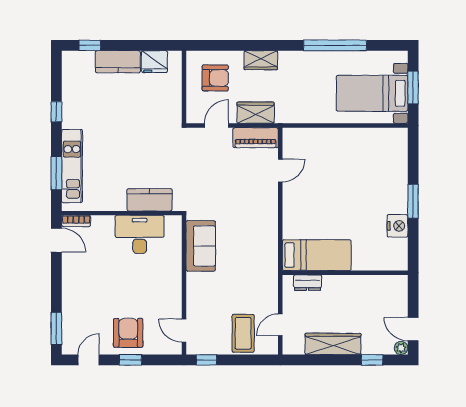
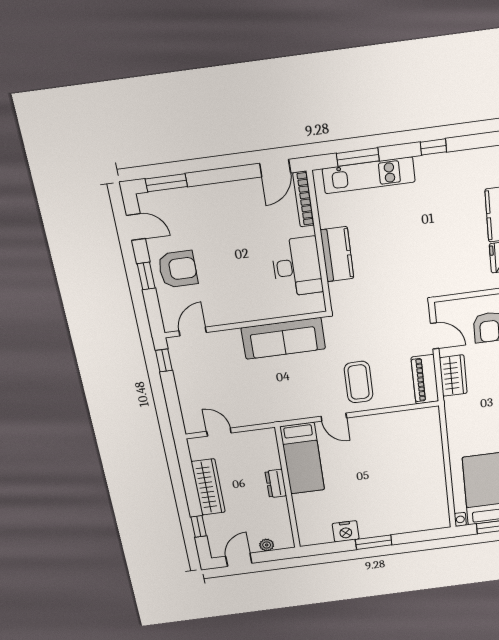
door: (280, 170) -> (334, 417), moved
kitchen counter: (150, 200) -> (337, 254), moved
bookcase: (76, 221) -> (304, 199), width x1.56
sofa: (201, 246) -> (283, 338), width x1.36
dresser: (308, 283) -> (276, 483), moved
coffee table: (243, 333) -> (359, 382), moved, turned 90
plant: (401, 348) -> (267, 545), moved

